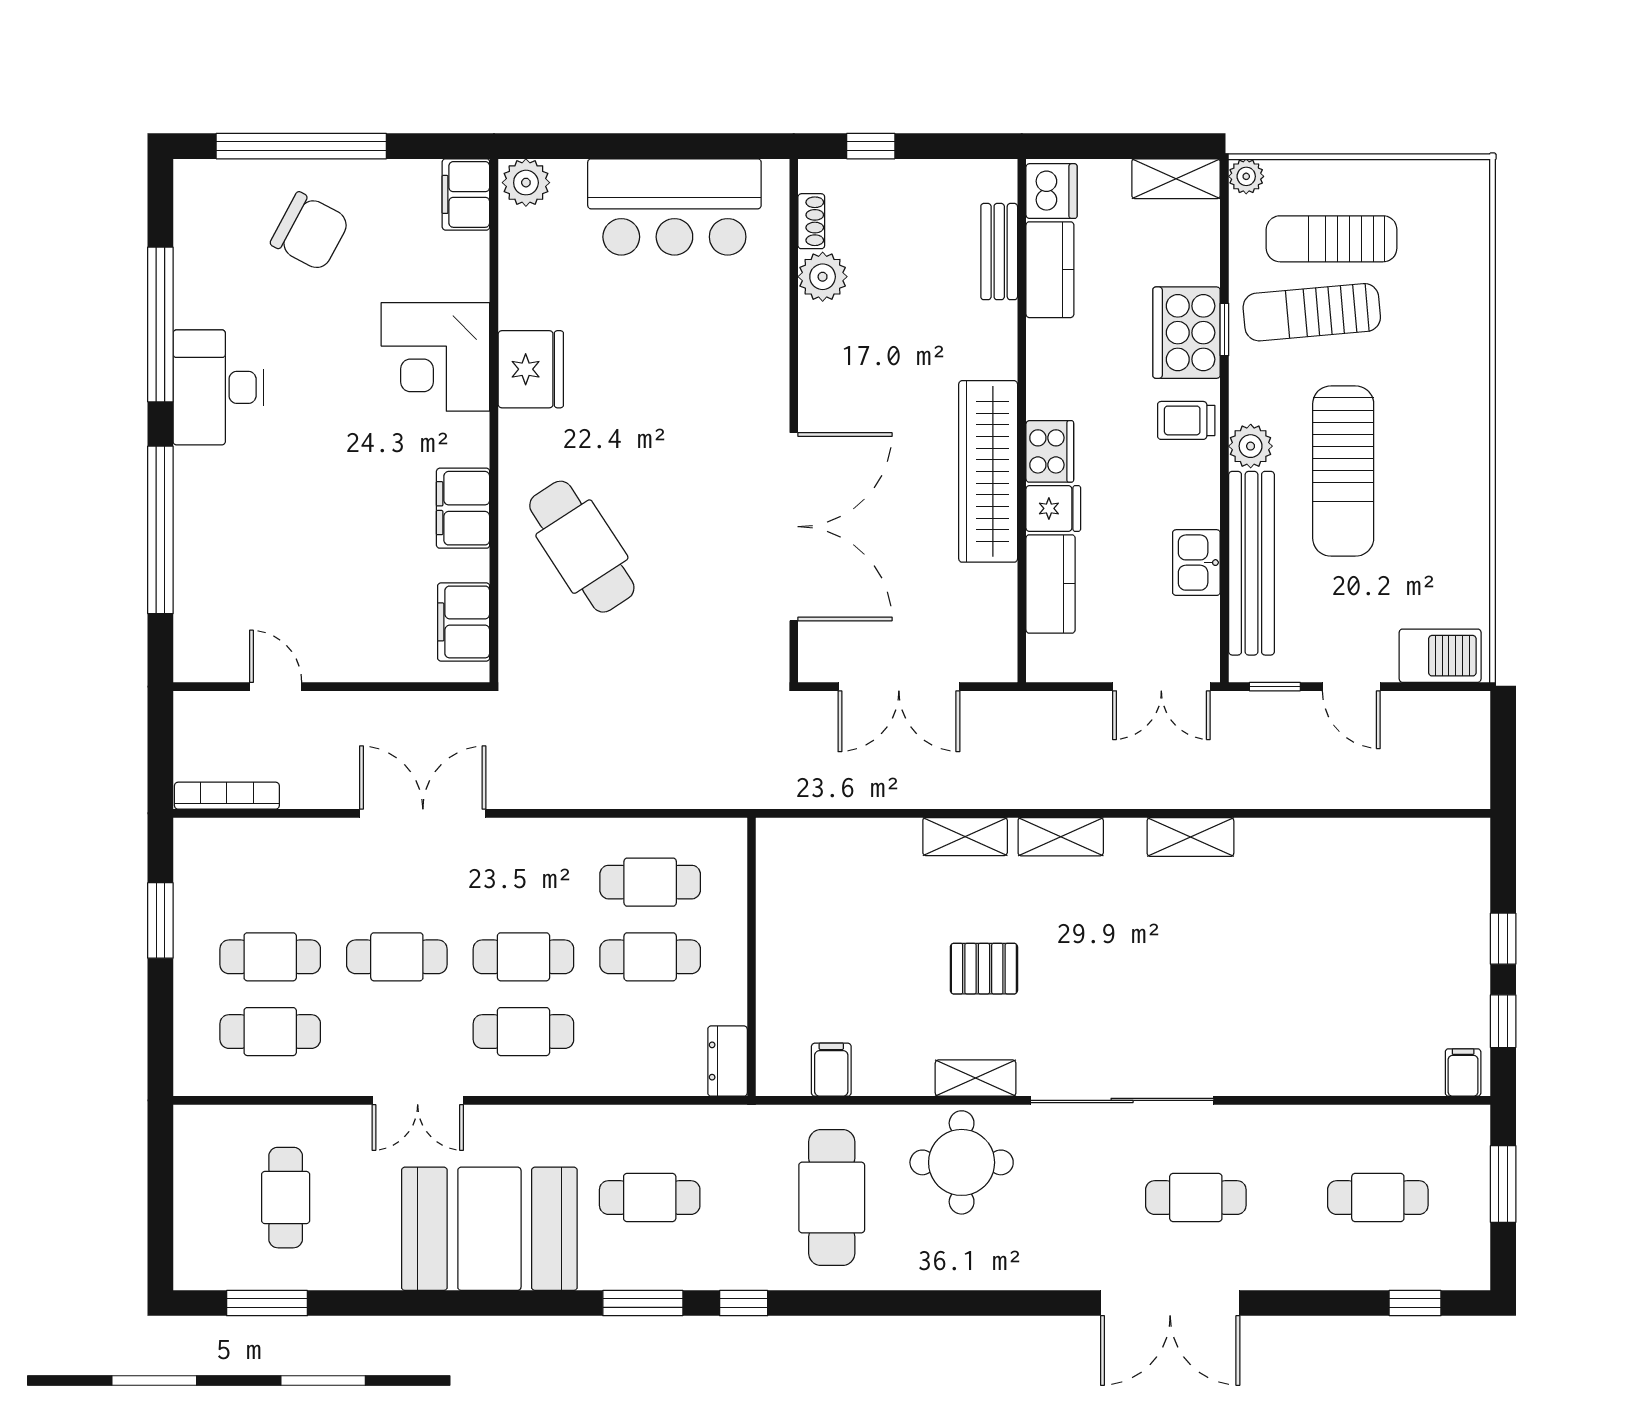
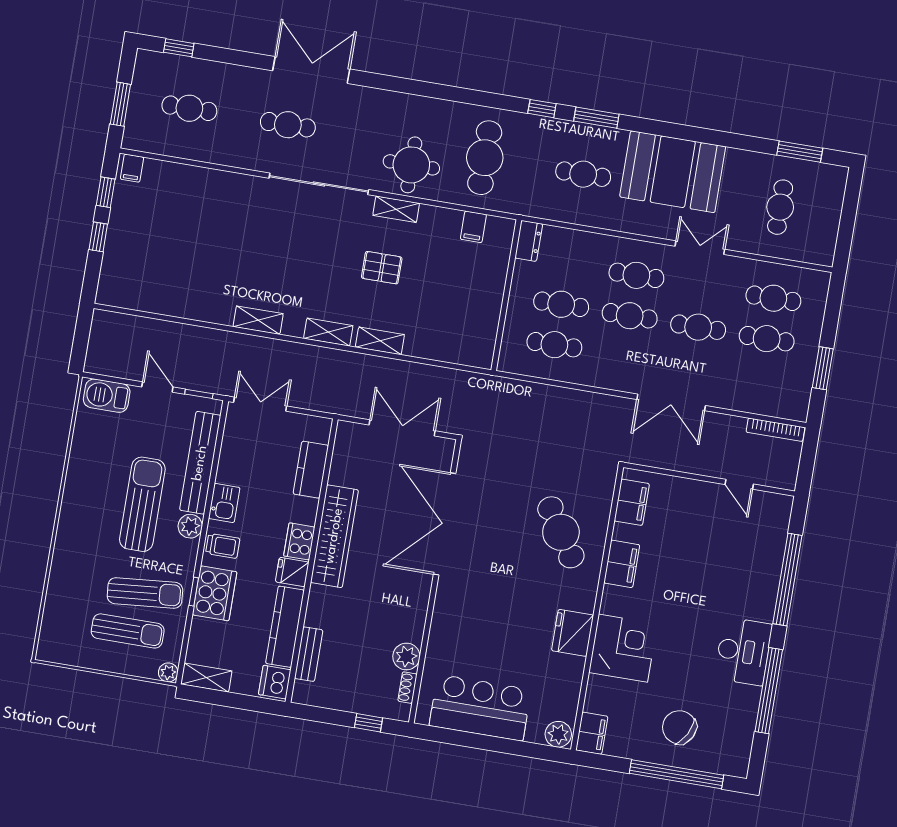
kitchen counter: (1050, 270) -> (285, 627), width x1.50
fridge: (1053, 508) -> (292, 572), moved
kitchen sink: (1196, 563) -> (224, 503), moved

